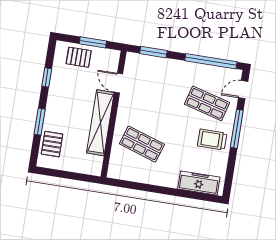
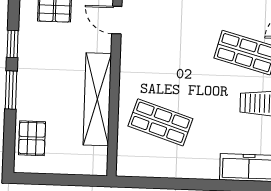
door: (119, 83) -> (117, 20), moved
window: (40, 122) -> (11, 90), moved

